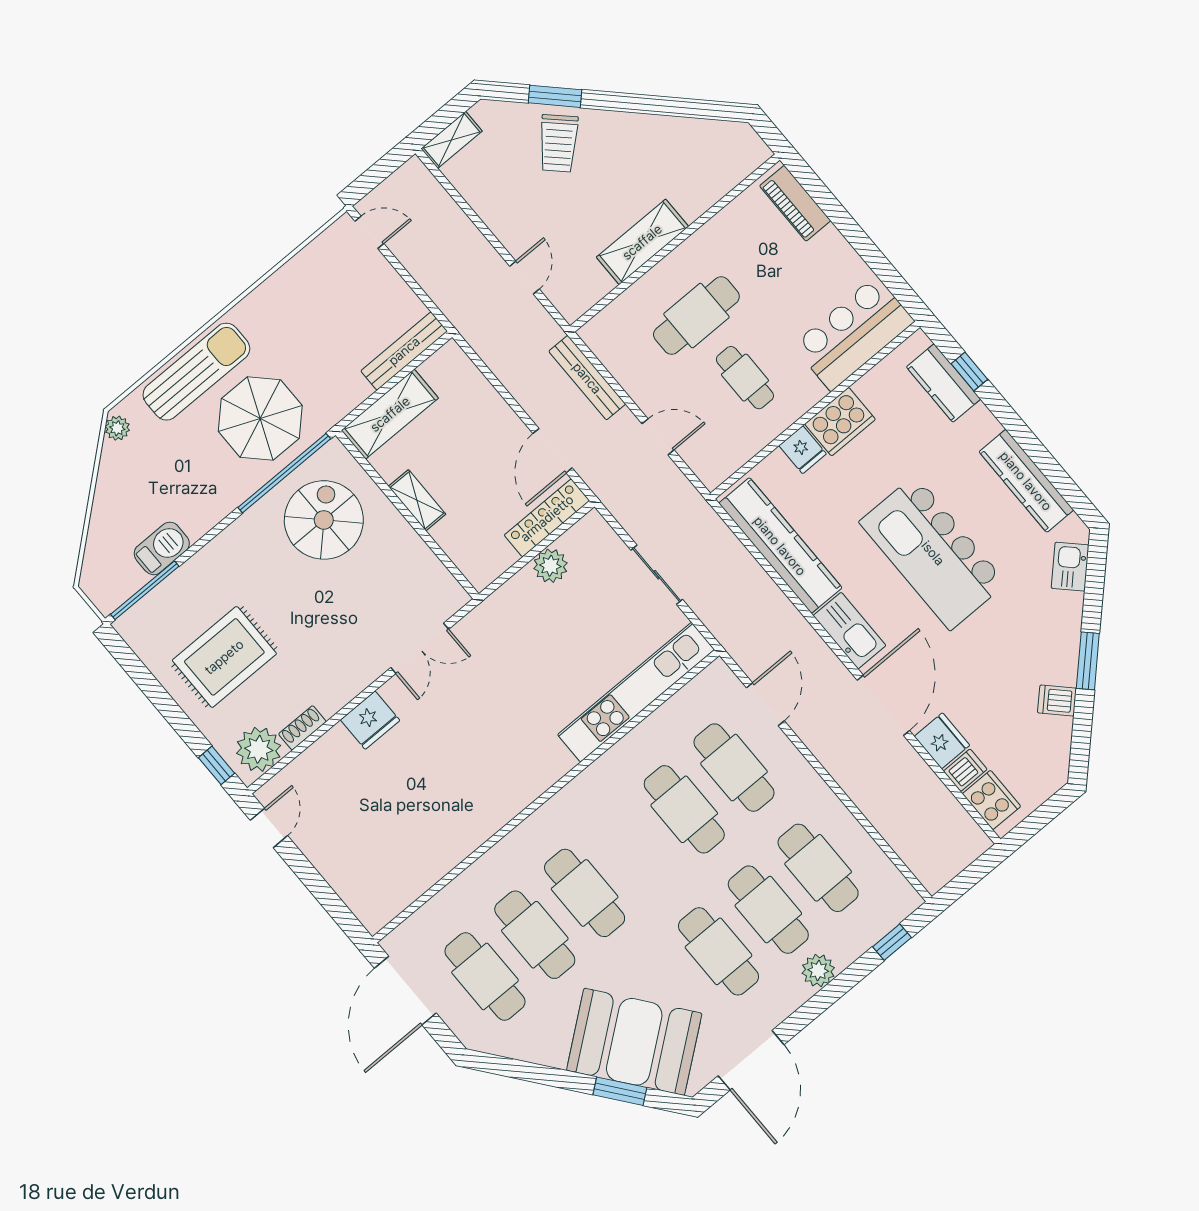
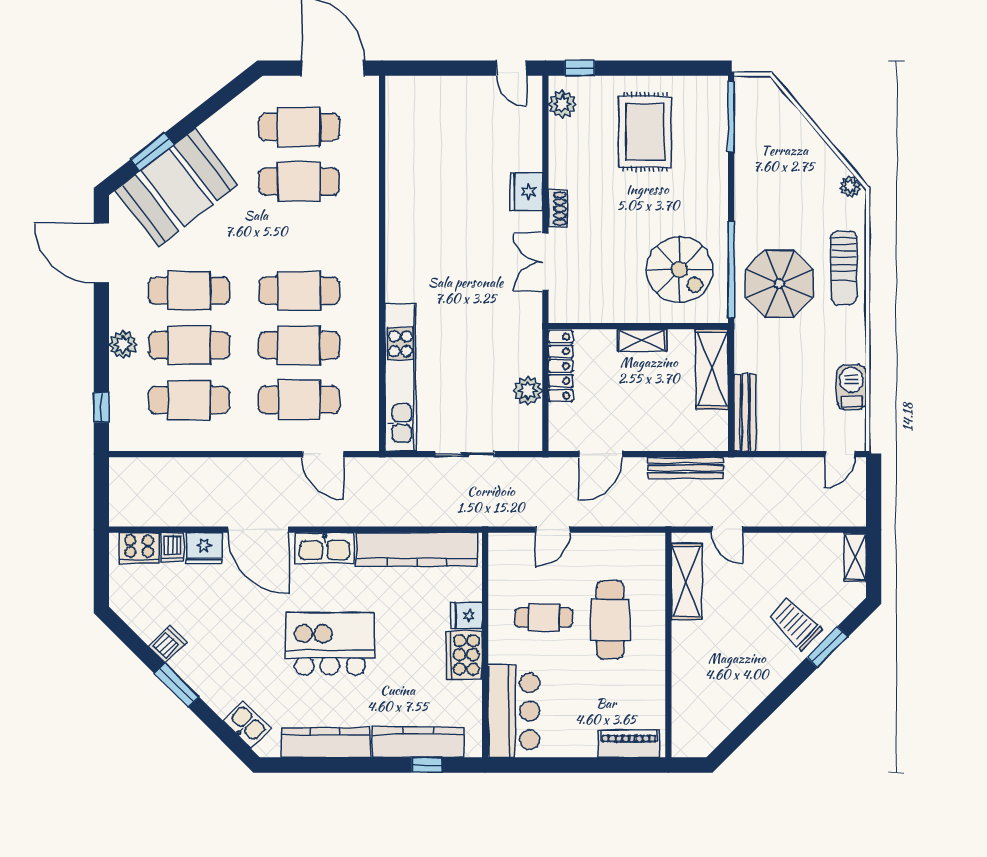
shelving: (642, 242) -> (687, 581), moved
sun lounger: (196, 372) -> (844, 268), width x0.73, depth x0.75
bench: (587, 378) -> (685, 468), moved
kitchen counter: (943, 383) -> (418, 742), width x1.50
door: (553, 451) -> (601, 454), swing flipped
locker: (547, 518) -> (561, 366), moved
barbecue: (162, 548) -> (851, 387), moved, turned 180
kitchen island: (933, 553) -> (330, 644), width x0.73
shoe rack: (302, 728) -> (557, 209), moved
plant: (259, 749) -> (562, 104), width x0.73, depth x0.73
cafe table: (585, 893) -> (299, 291), moved

